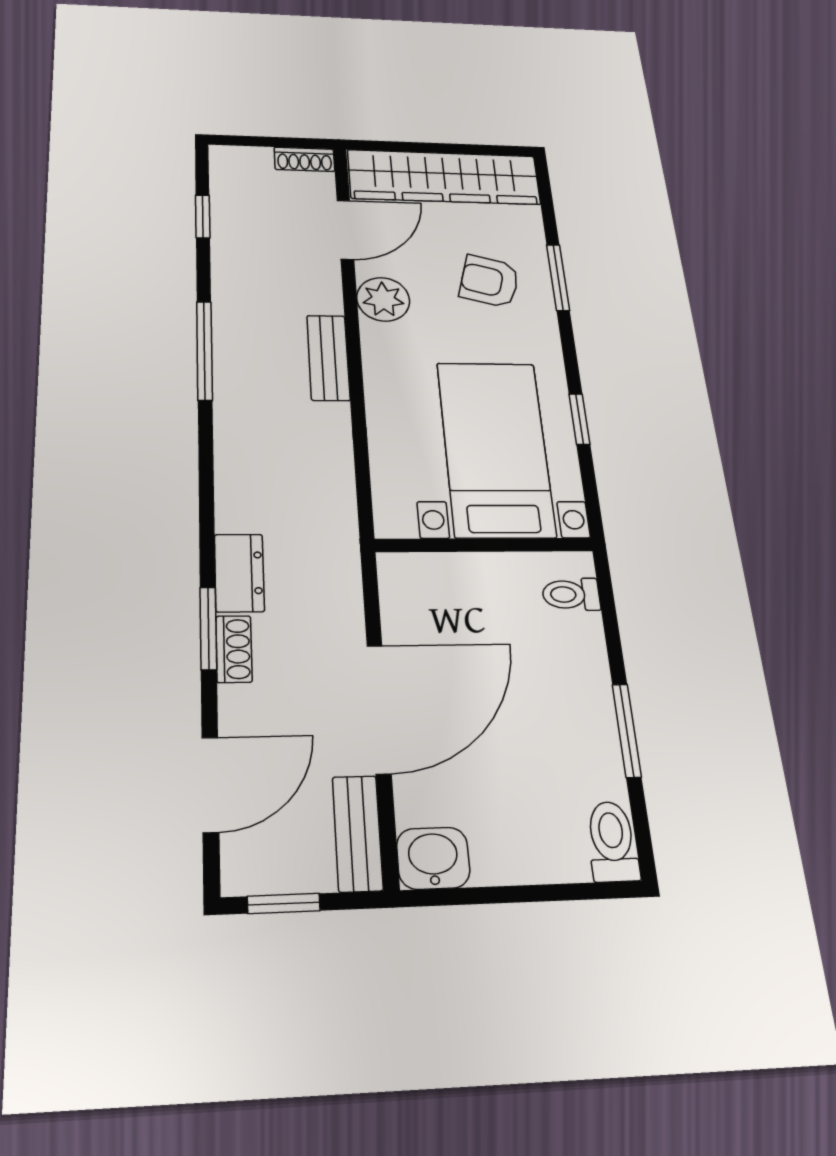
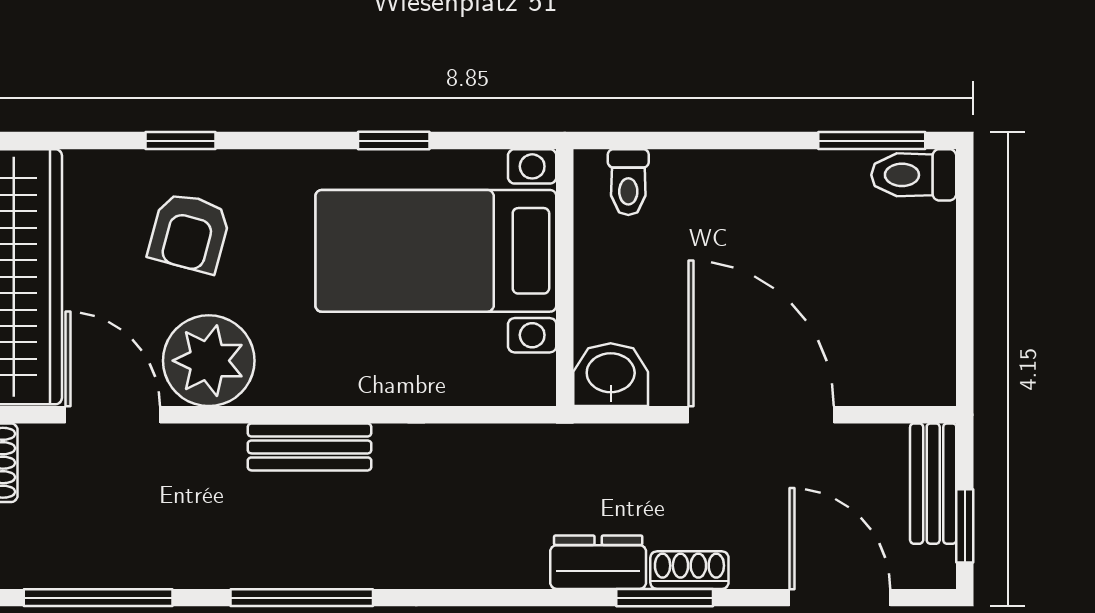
window: (203, 216) -> (98, 598), width x2.17
window: (558, 277) -> (181, 141), width x0.67
plant: (383, 299) -> (209, 361), width x1.36, depth x1.36
window: (627, 730) -> (872, 141), moved
bench: (358, 833) -> (933, 484), moved, turned 90
washbasin: (433, 858) -> (611, 375), moved, turned 90

